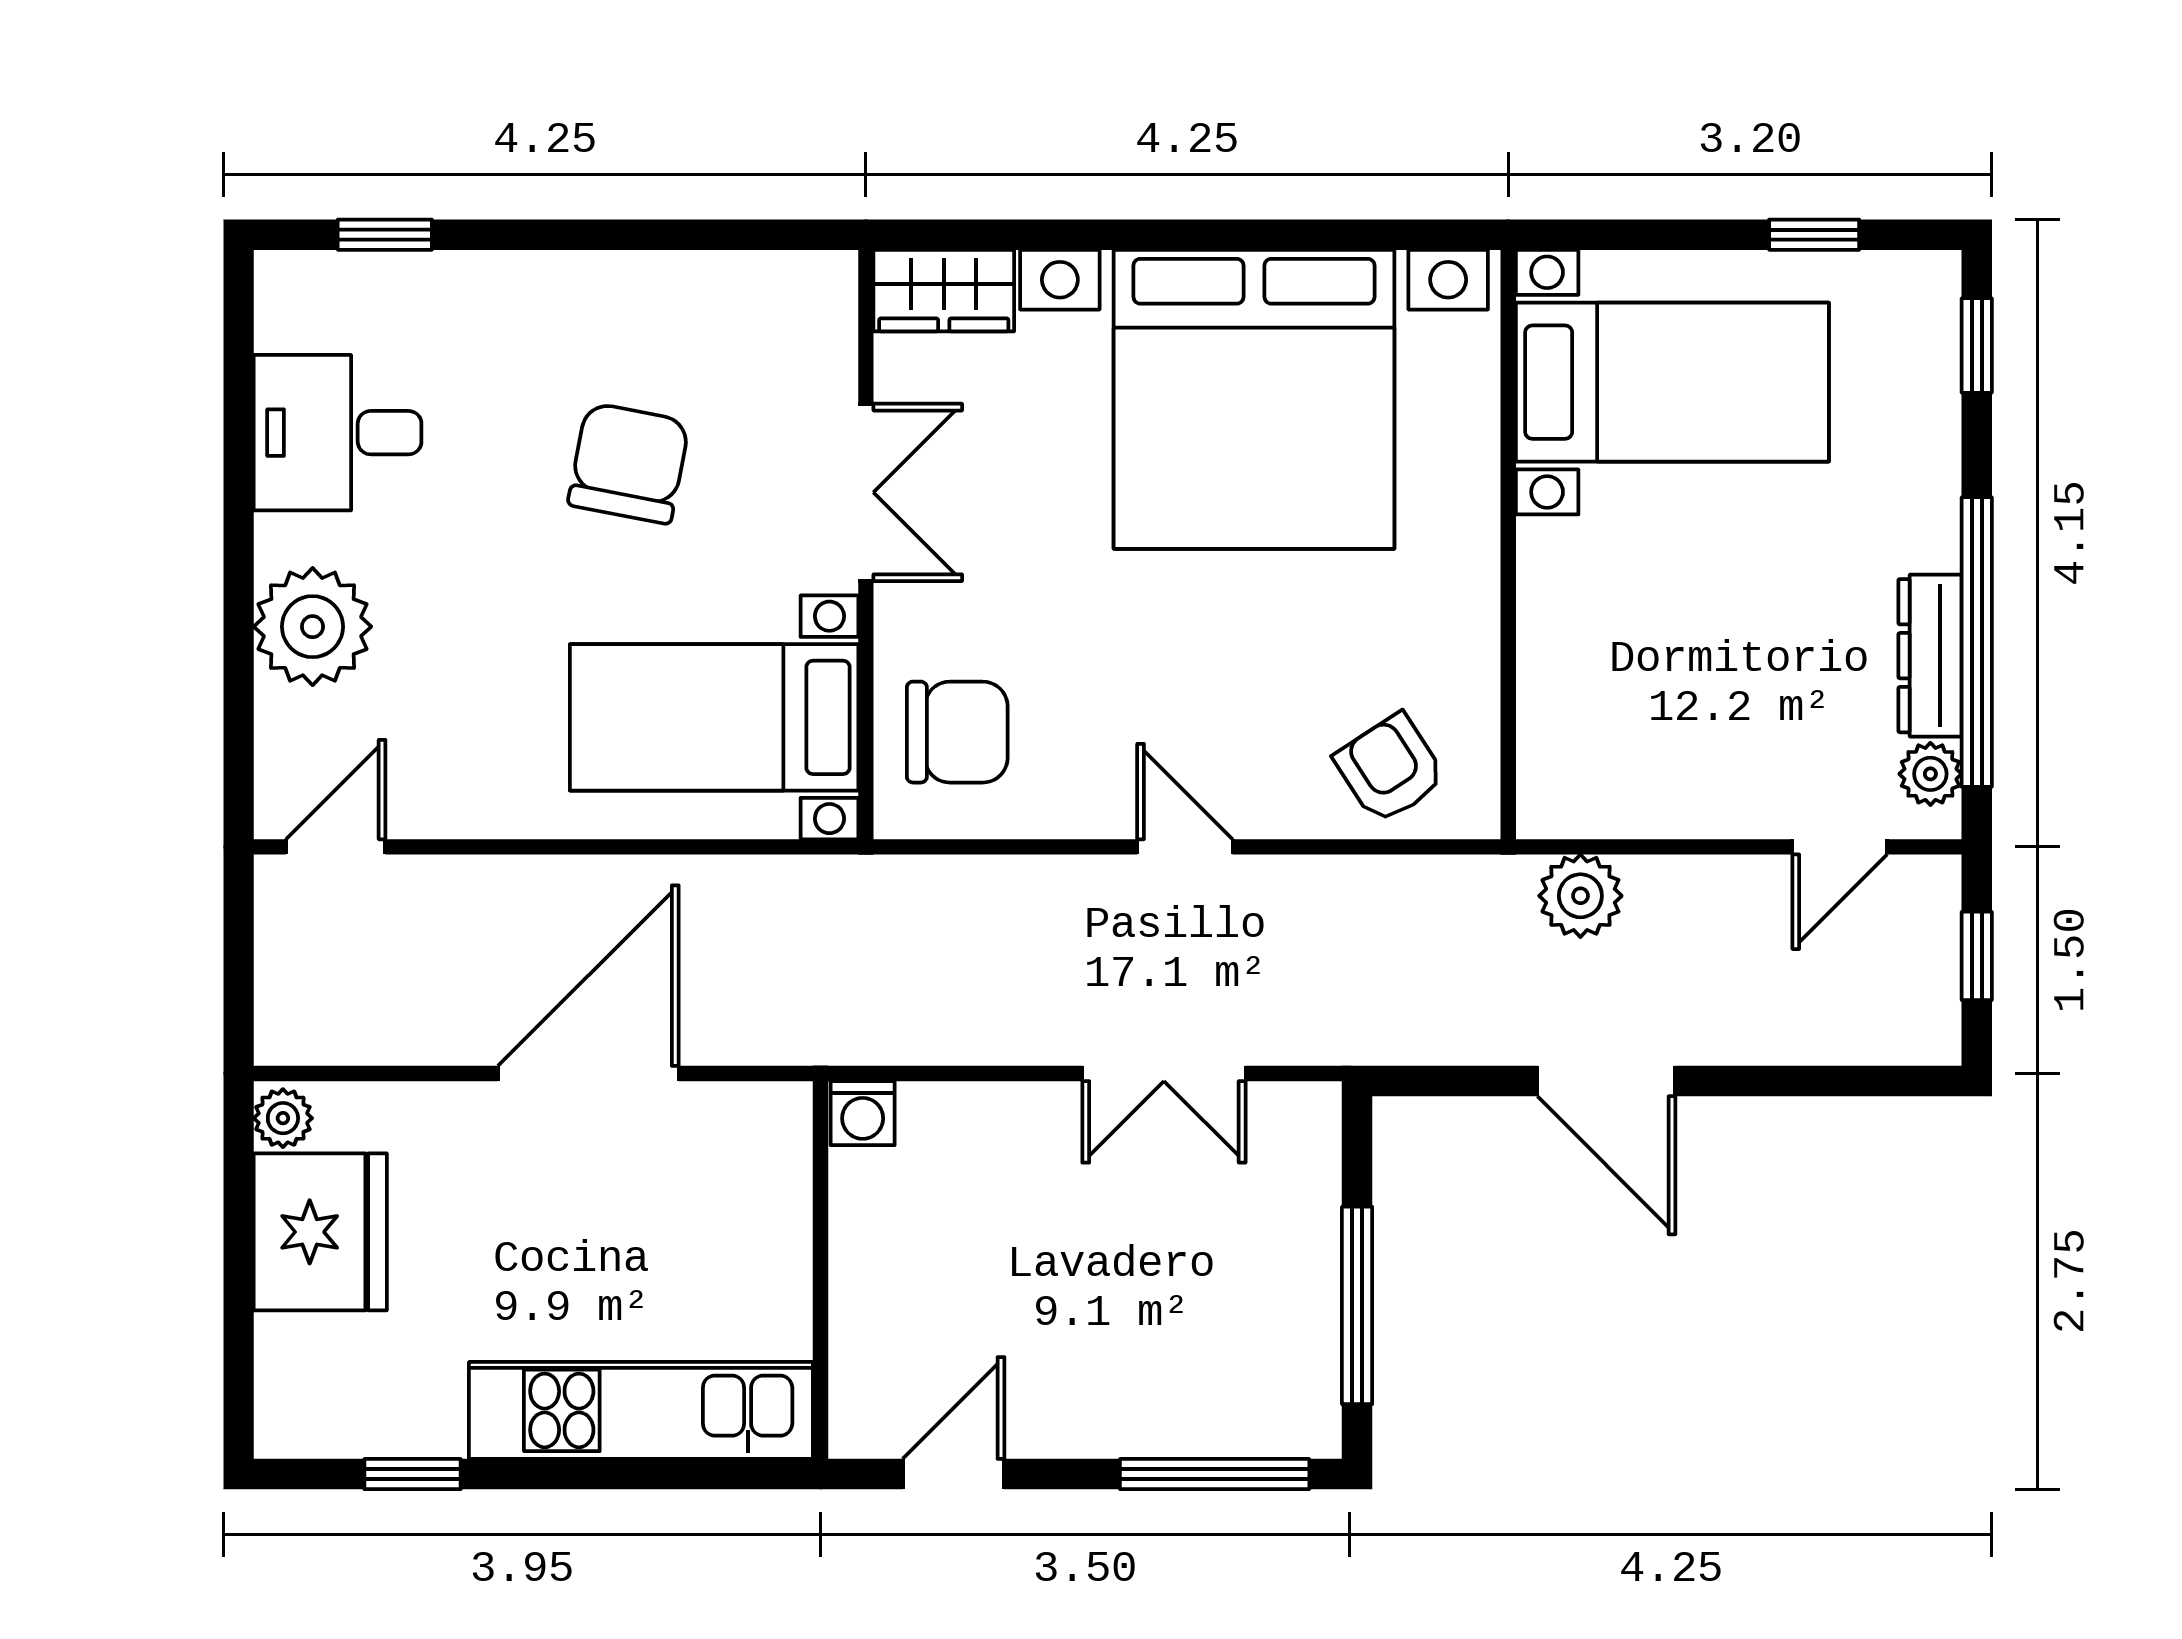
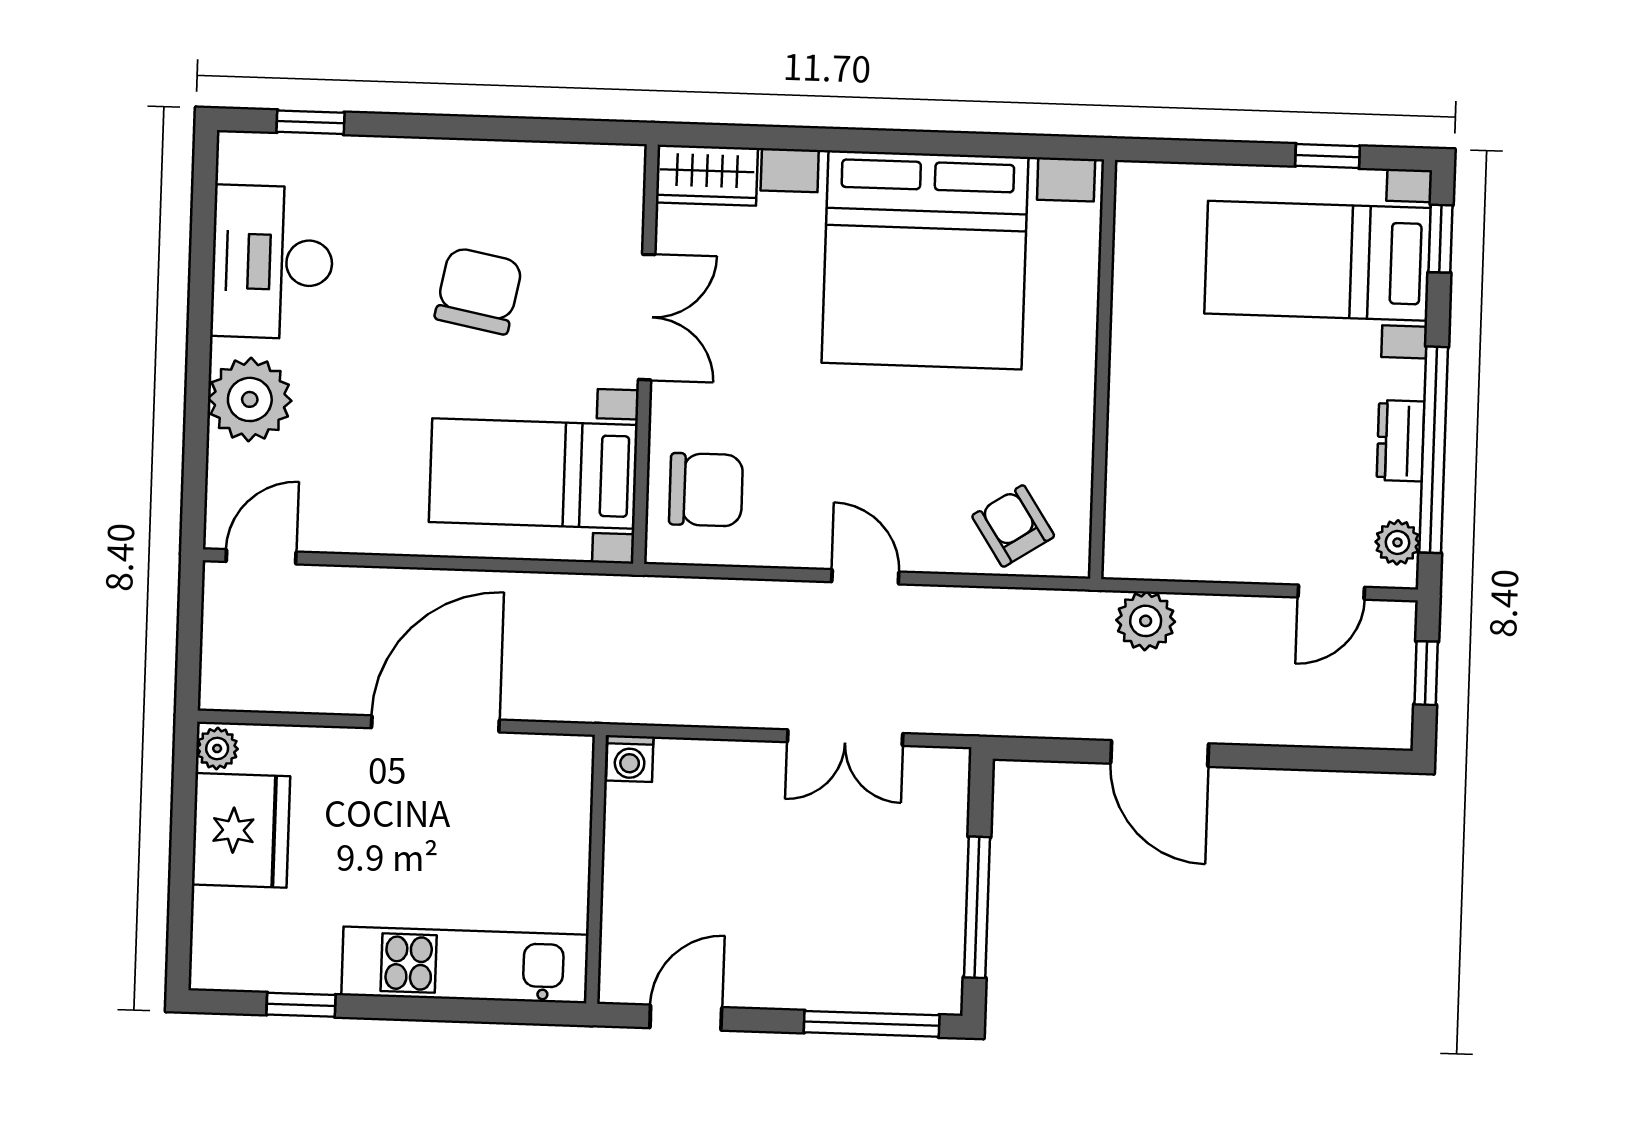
bed with nightstands: (1672, 382) -> (1318, 261), moved, turned 180
desk: (338, 433) -> (272, 262), width x1.37
dresser: (1930, 656) -> (1401, 441), width x0.70

